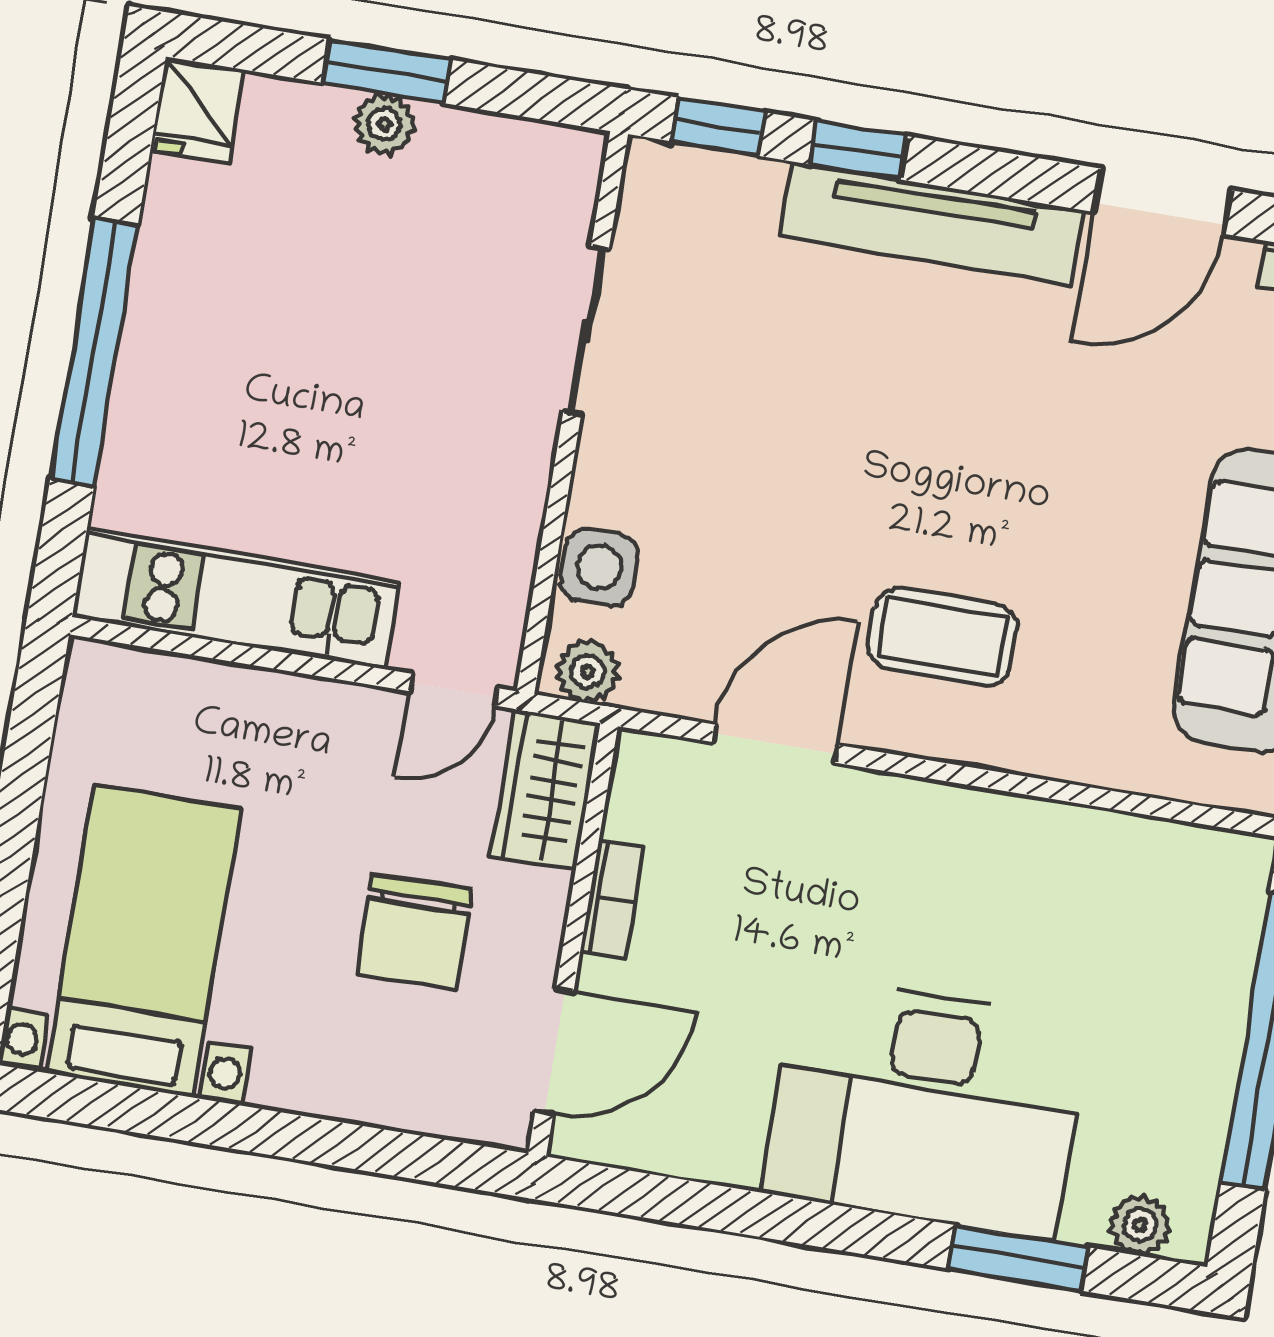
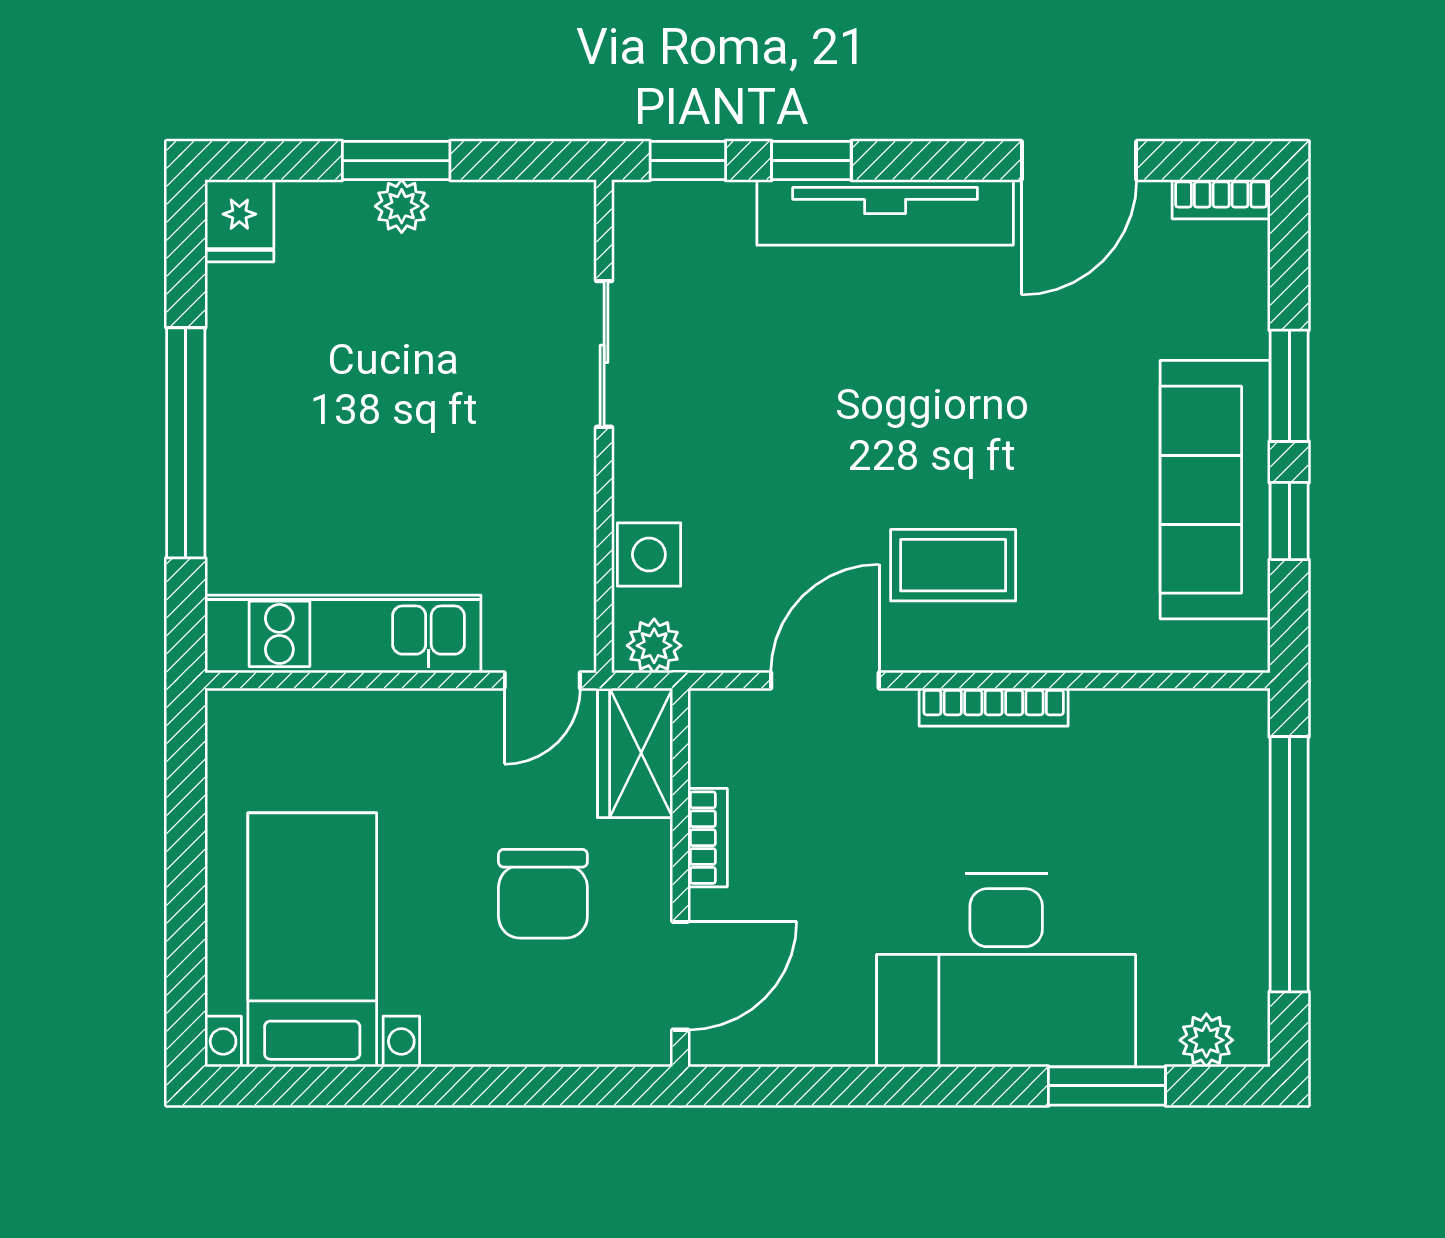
bookcase: (962, 806) -> (994, 707), added

